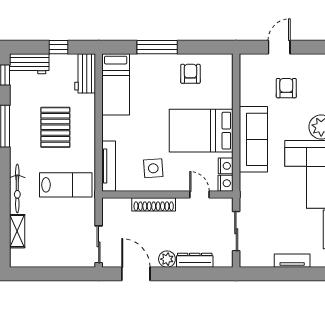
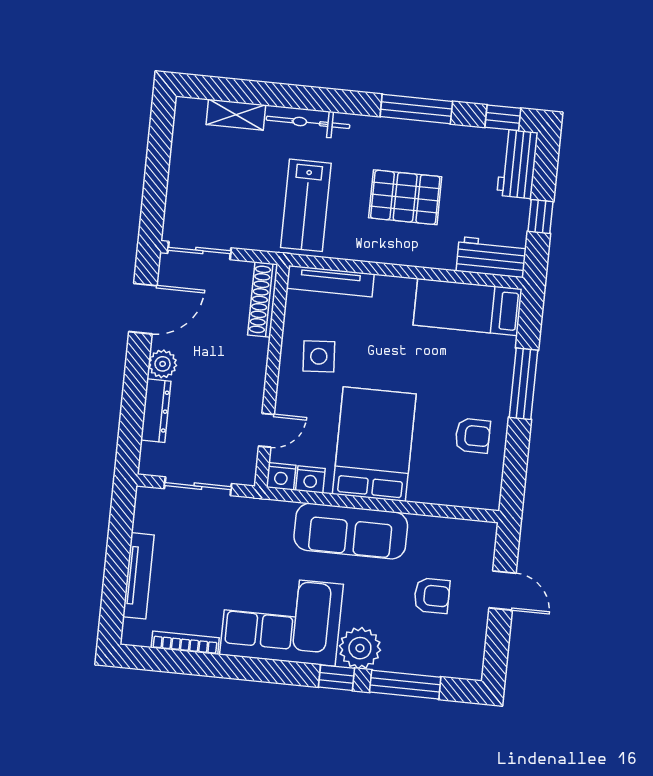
shoe rack: (154, 204) -> (263, 300), moved
tv unit: (292, 261) -> (138, 576), width x1.41

